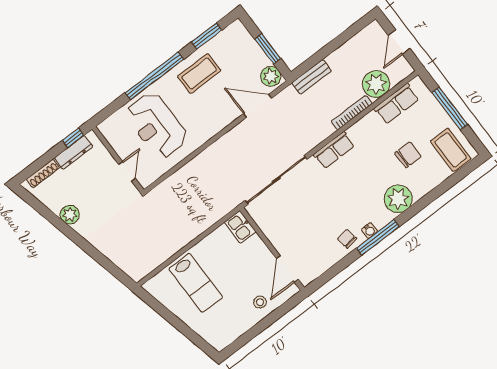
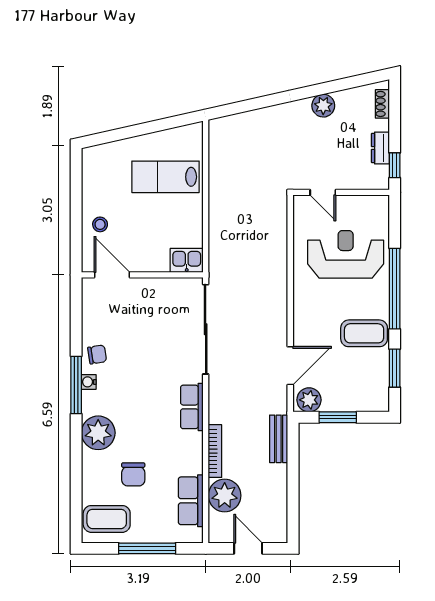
coffee table: (199, 73) -> (364, 333), turned 90
dresser: (74, 152) -> (380, 148), width x0.70
shoe rack: (43, 174) -> (382, 104), width x0.70

